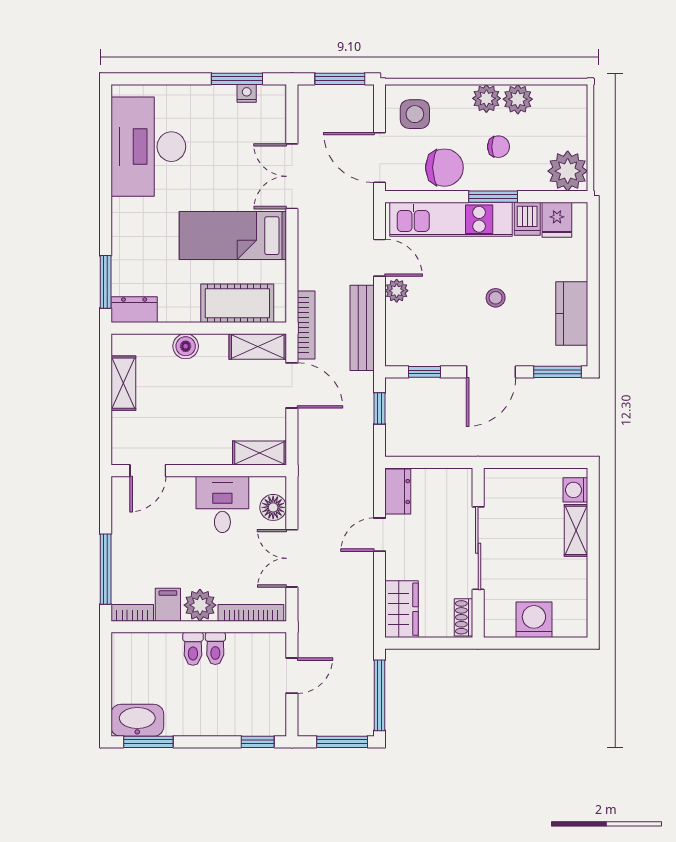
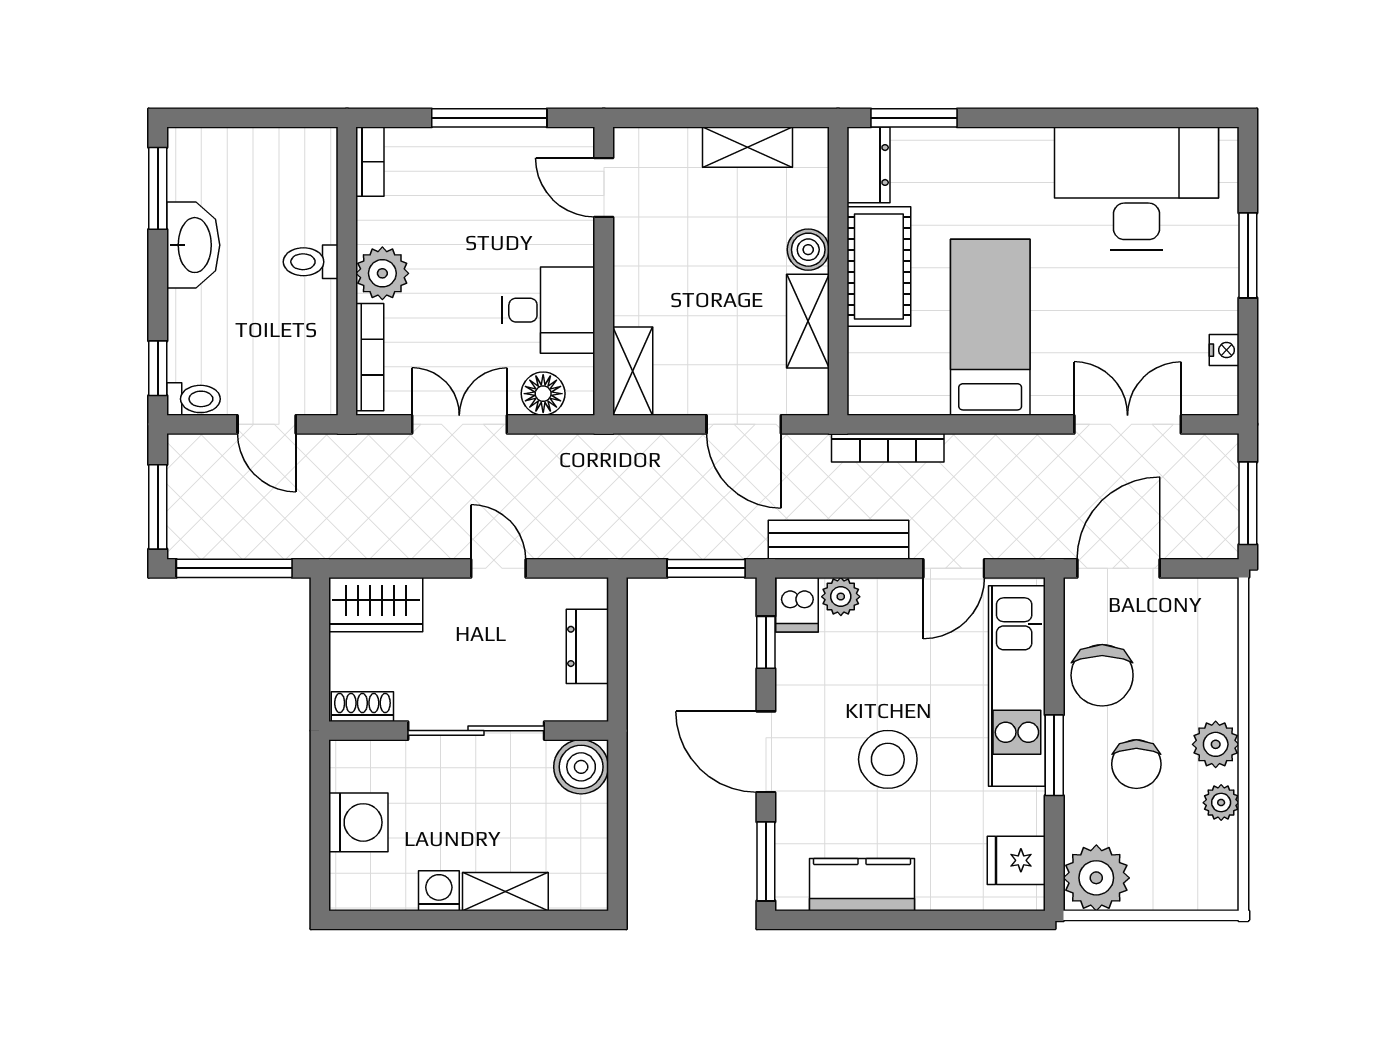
window: (237, 79) -> (1248, 255), moved
plant: (518, 99) -> (1221, 803), width x0.73, depth x0.73
side table: (415, 114) -> (1190, 627), removed
chair: (498, 147) -> (1136, 764), width x1.37, depth x1.37
double door: (292, 176) -> (1128, 424), moved
dishwasher: (527, 219) -> (797, 605), moved, turned -90
plant: (397, 291) -> (841, 597), moved
stool: (496, 298) -> (888, 759), width x1.89, depth x1.89
cot: (237, 303) -> (879, 266), moved
bookcase: (306, 325) -> (888, 448), moved
shelving: (258, 346) -> (808, 321), moved
door: (292, 385) -> (744, 424), hinge flipped
window: (380, 408) -> (706, 568), width x1.50
boiler: (500, 484) -> (581, 767), added
washing machine: (575, 490) -> (439, 891), moved
dresser: (398, 492) -> (587, 646), moved, turned 90
window: (106, 569) -> (489, 118), moved
filing cabinet: (168, 605) -> (383, 221), removed
toilet: (215, 648) -> (193, 399), moved, turned 180
washbasin: (137, 720) -> (193, 245), moved

